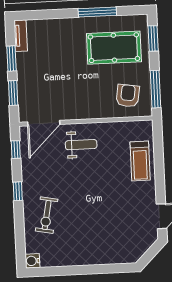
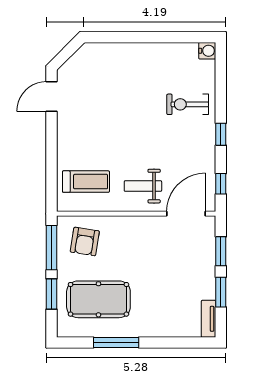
window: (153, 38) -> (51, 294), moved
treadmill: (140, 161) -> (86, 182), moved, turned 90
exercise bike: (47, 215) -> (188, 104), turned -101

